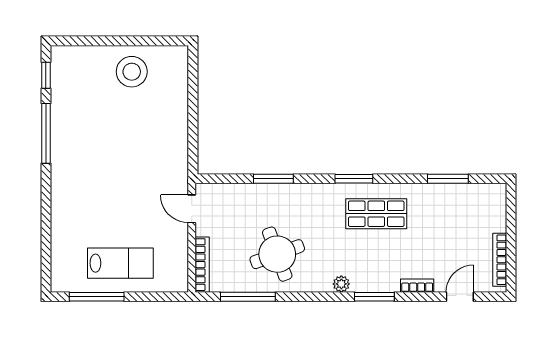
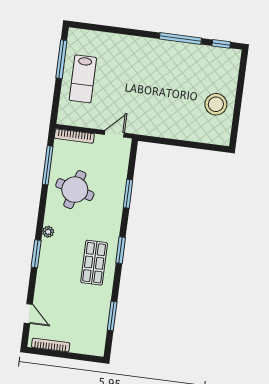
round table: (277, 254) -> (75, 190), turned 35
bookcase: (417, 286) -> (40, 285), removed

